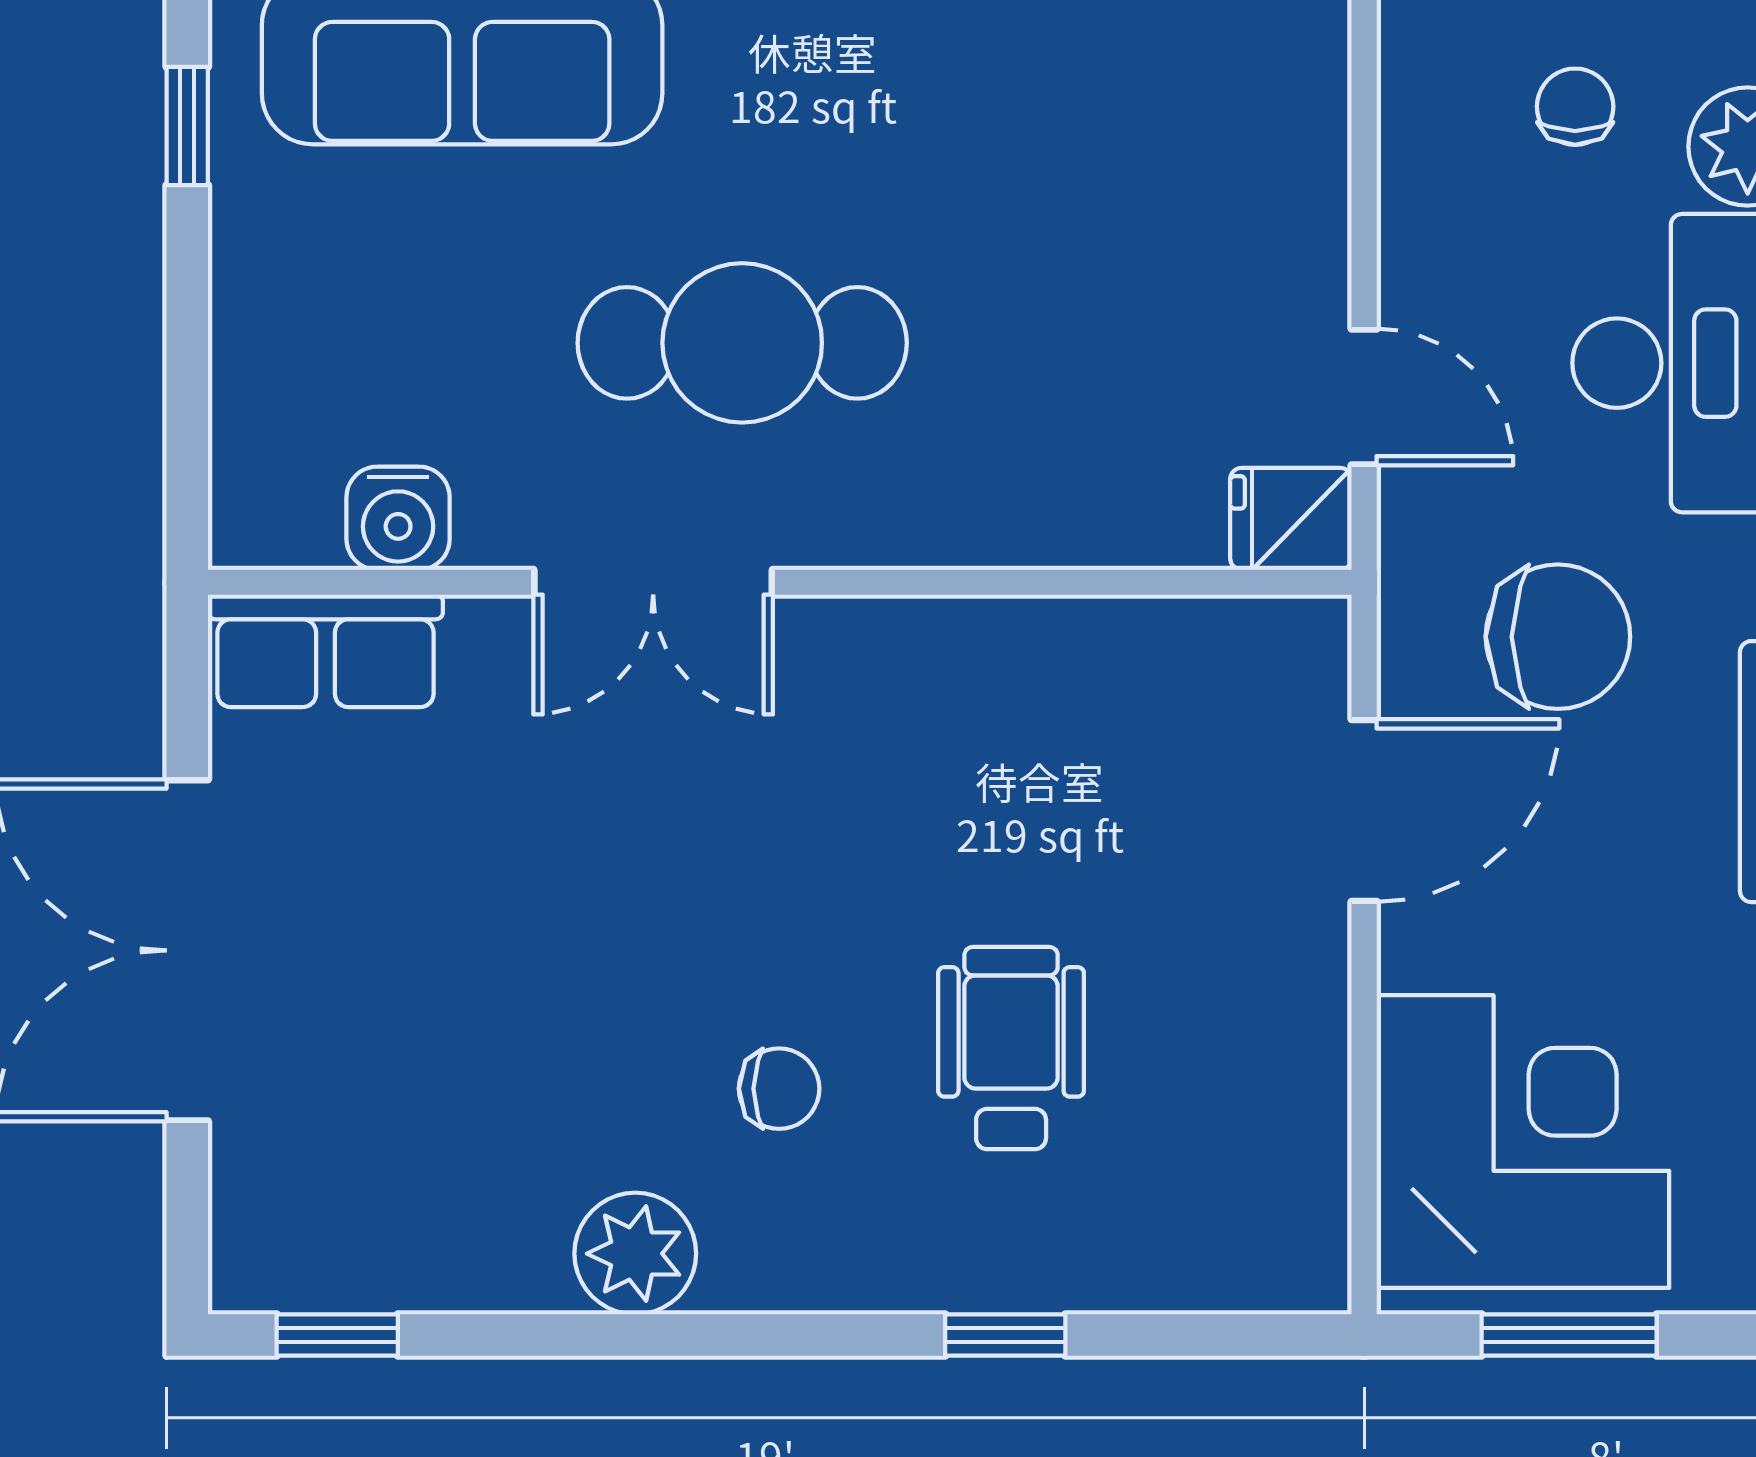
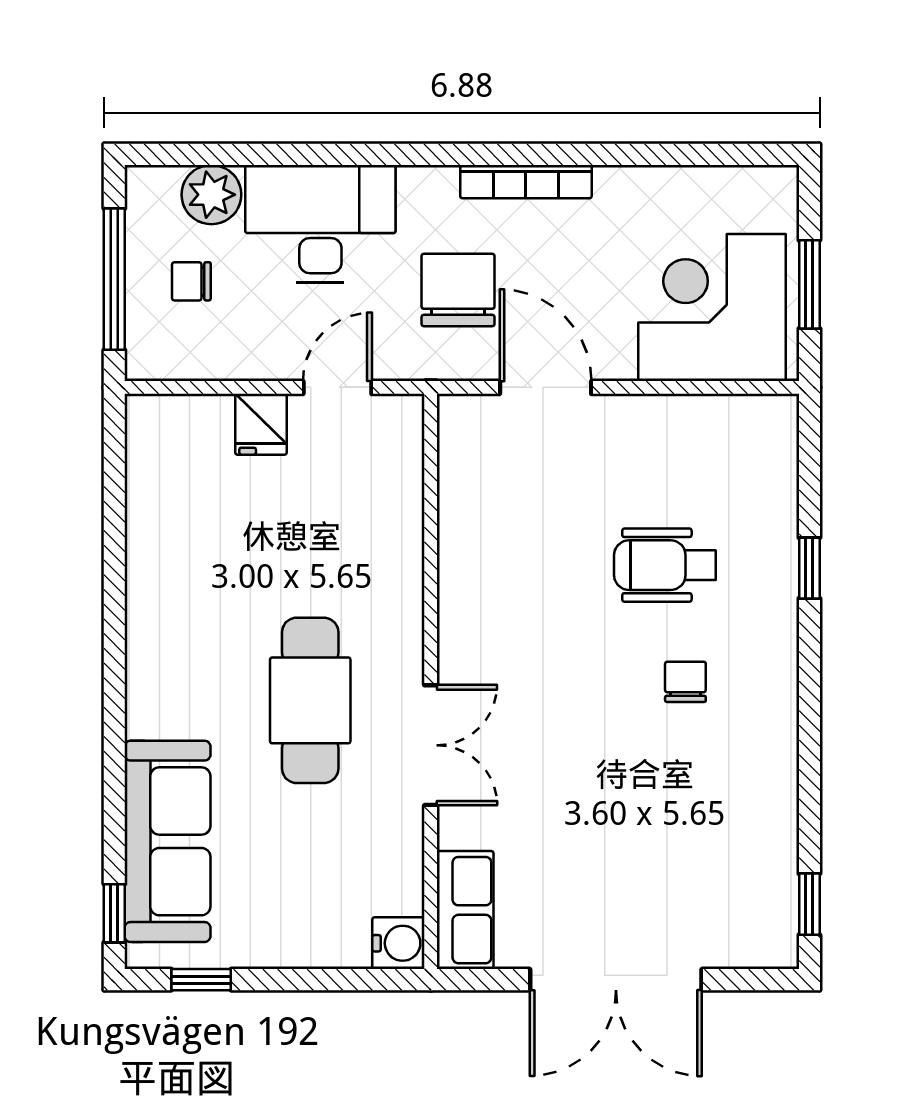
water cooler: (398, 518) -> (398, 943), moved
fridge: (1291, 519) -> (261, 424), moved
plant: (635, 1254) -> (768, 754), removed

